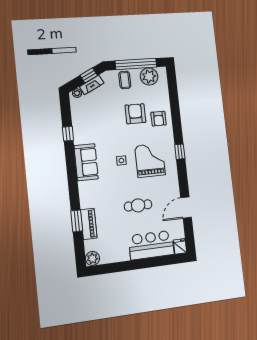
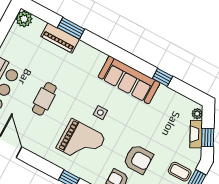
sofa: (86, 162) -> (129, 80), width x1.36

